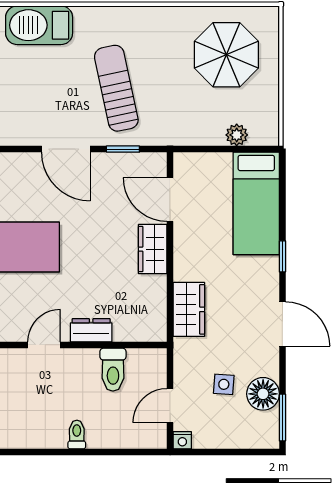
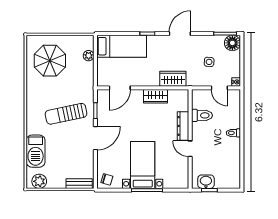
wardrobe: (153, 249) -> (155, 96), moved
dresser: (91, 330) -> (183, 126), width x1.44
floor lamp: (263, 394) -> (232, 43), moved

